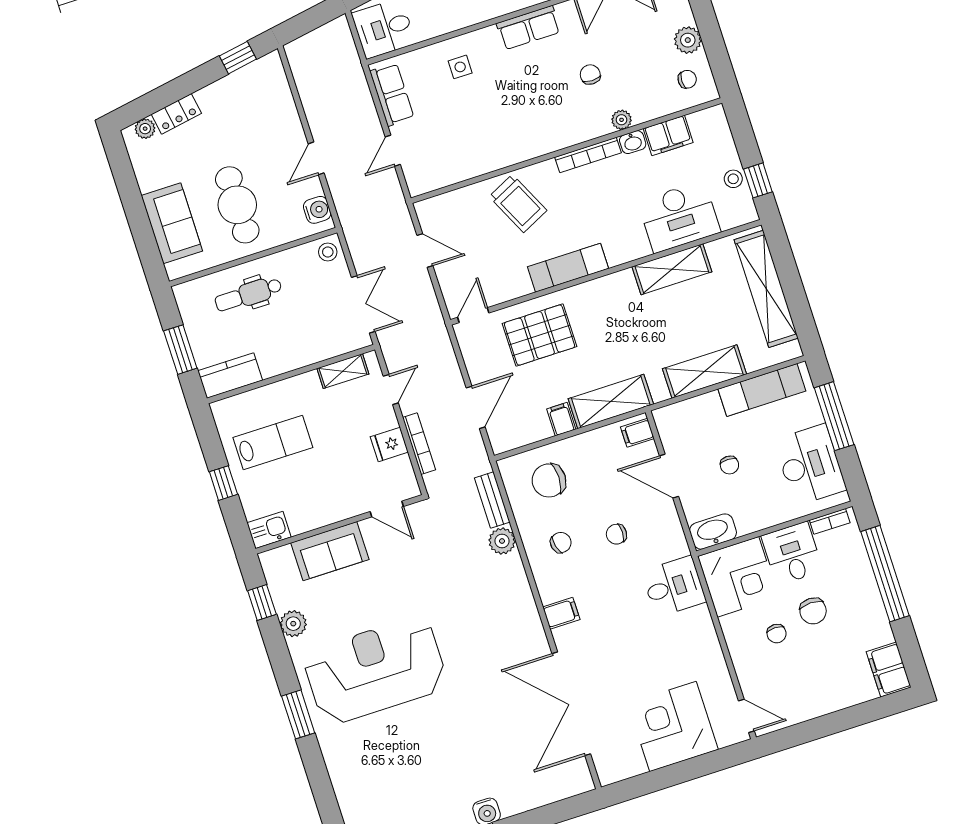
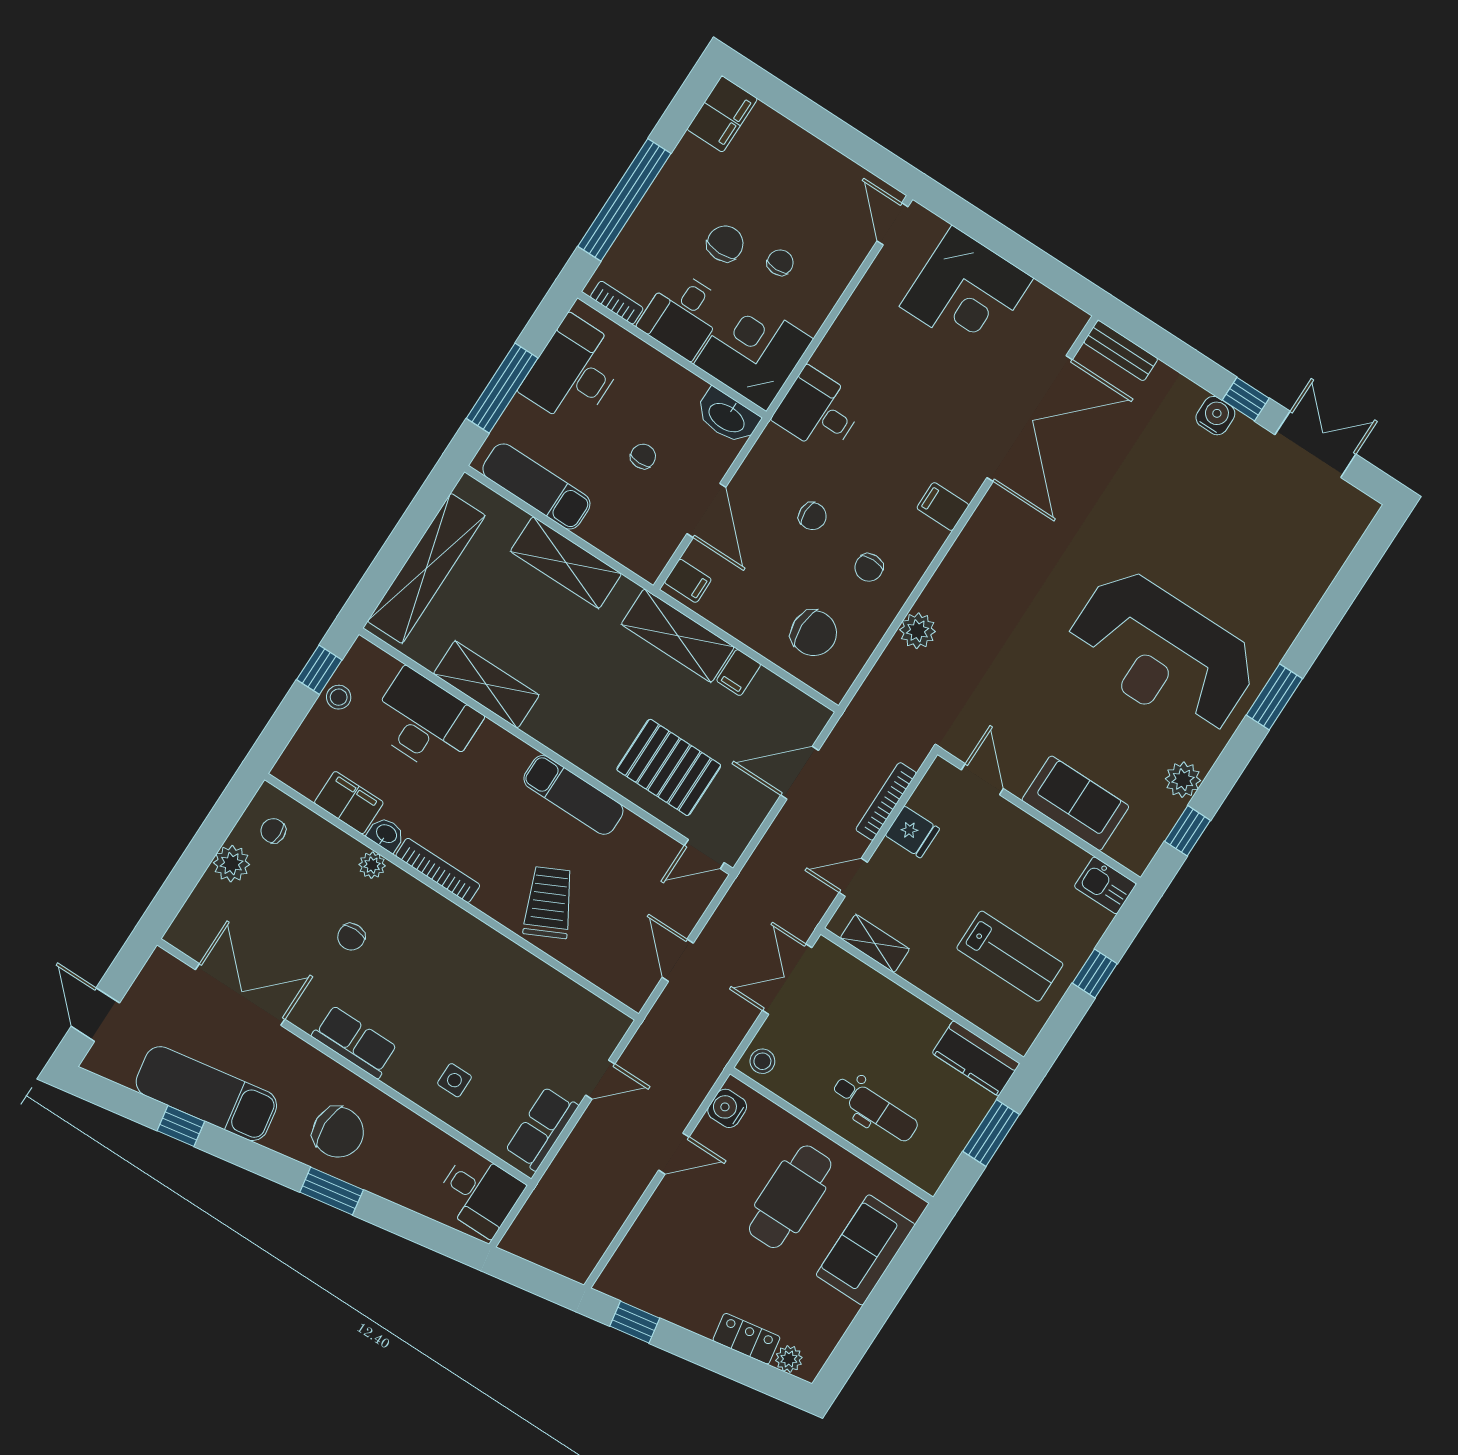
lab bench: (273, 442) -> (1010, 956), turned 180
bench: (492, 500) -> (1121, 351), moved, turned 90
chair: (561, 543) -> (869, 567), turned -76

